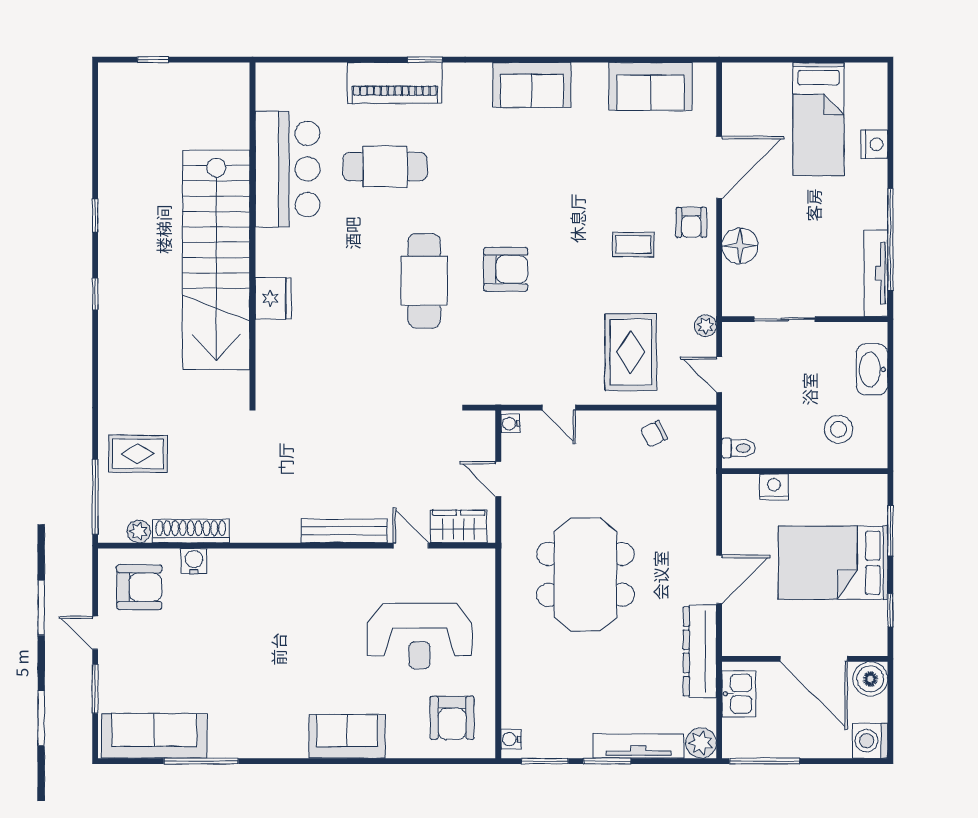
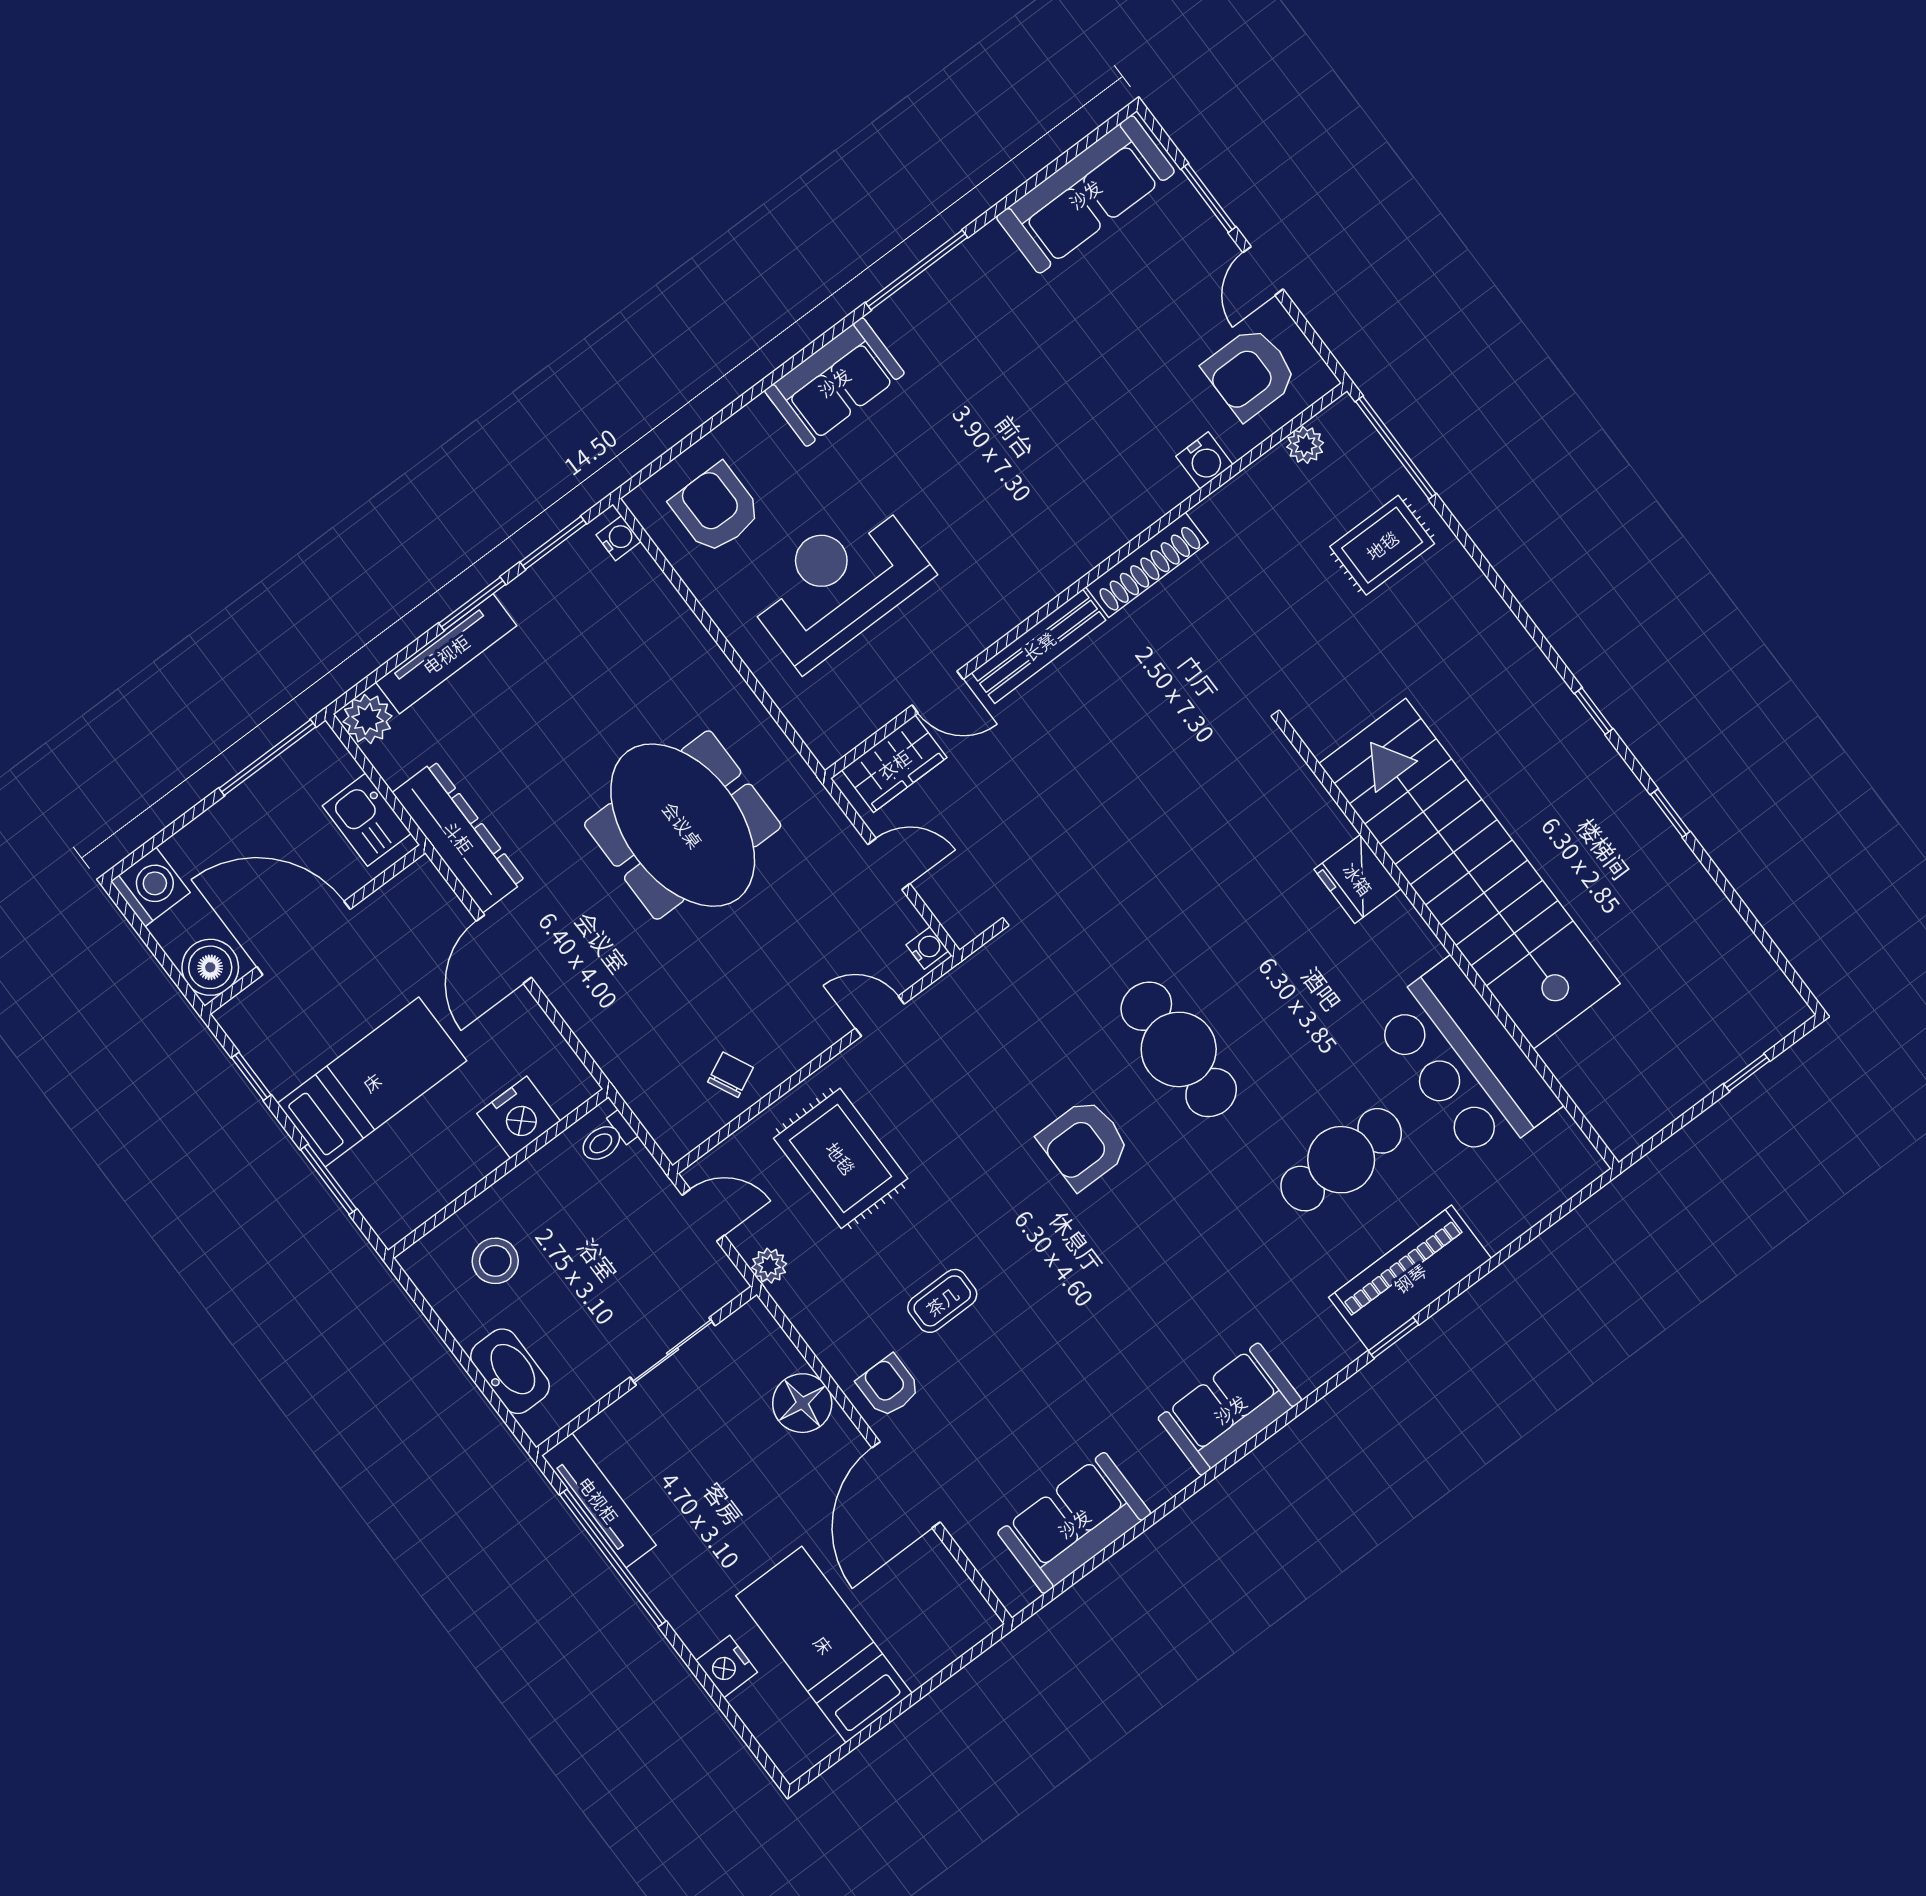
nightstand: (774, 487) -> (519, 1117), width x1.36, depth x1.33
shoe rack: (191, 531) -> (1147, 565), moved
bed: (833, 563) -> (372, 1082), width x0.67
door: (95, 633) -> (1263, 271), swing flipped
window: (201, 761) -> (917, 270), moved

